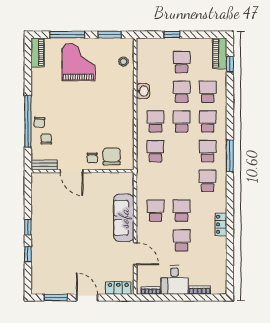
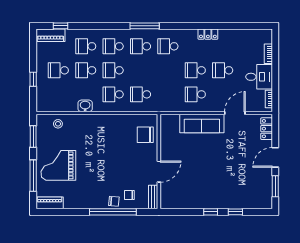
chair: (92, 158) -> (147, 153), removed

